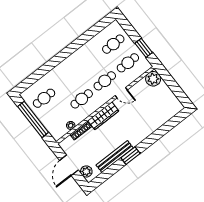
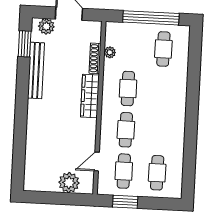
plant: (153, 79) -> (69, 183), moved
door: (121, 93) -> (97, 162), moved
window: (131, 156) -> (25, 44), moved

